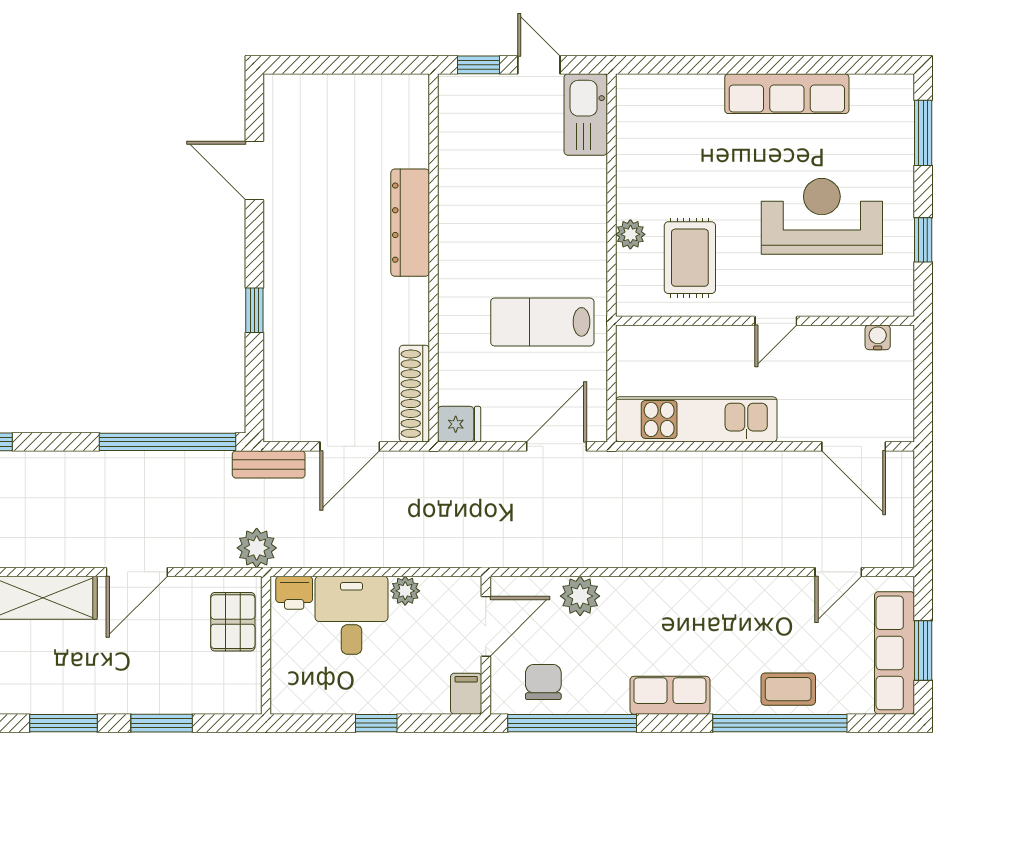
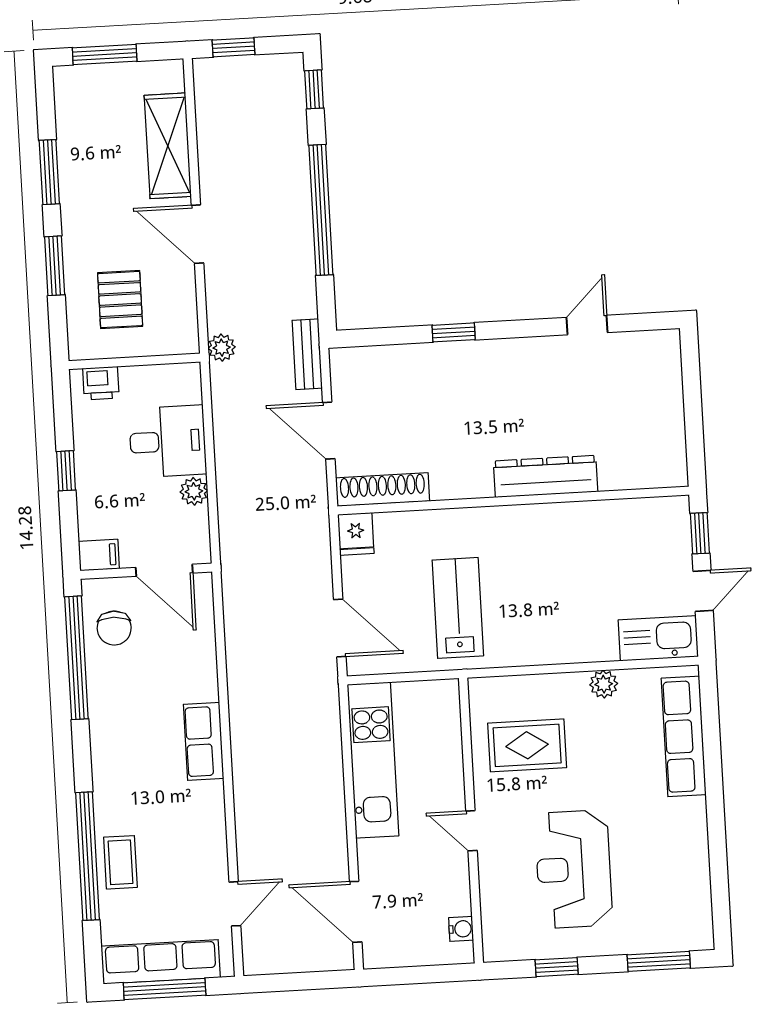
row of seats: (787, 94) -> (684, 736), moved
door: (254, 171) -> (587, 325), width x0.73
reception desk: (822, 216) -> (574, 869), turned 180
plant: (630, 234) -> (604, 684), moved
window: (168, 442) -> (321, 210), moved
door: (854, 446) -> (356, 912), hinge flipped
plant: (257, 548) -> (222, 348), width x0.73, depth x0.73
door: (838, 572) -> (235, 904), swing flipped
printer: (294, 593) -> (101, 383), moved, turned -90
plant: (580, 596) -> (198, 659), removed
pallet: (233, 622) -> (120, 300), moved, turned 90
window: (923, 650) -> (165, 989), width x1.44
chair: (543, 682) -> (114, 628), turned 91
row of seats: (670, 695) -> (204, 741), moved, turned 180

